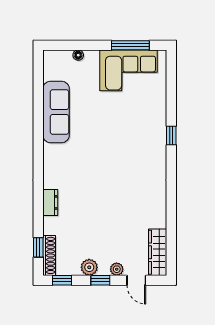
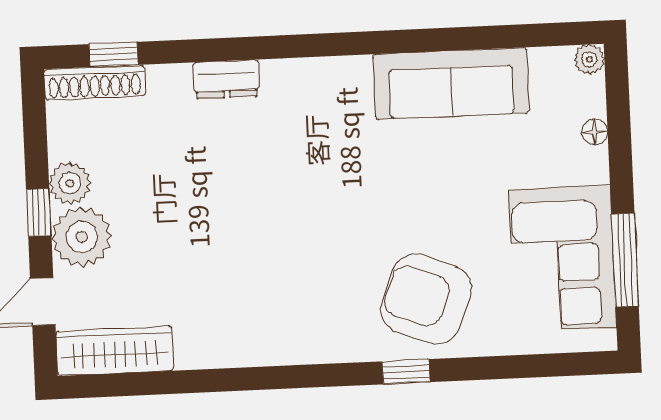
plant: (49, 56) -> (589, 59), added
armchair: (142, 126) -> (426, 299), added
plant: (117, 269) -> (82, 237), width x1.87, depth x1.87
window: (62, 280) -> (34, 117), removed

